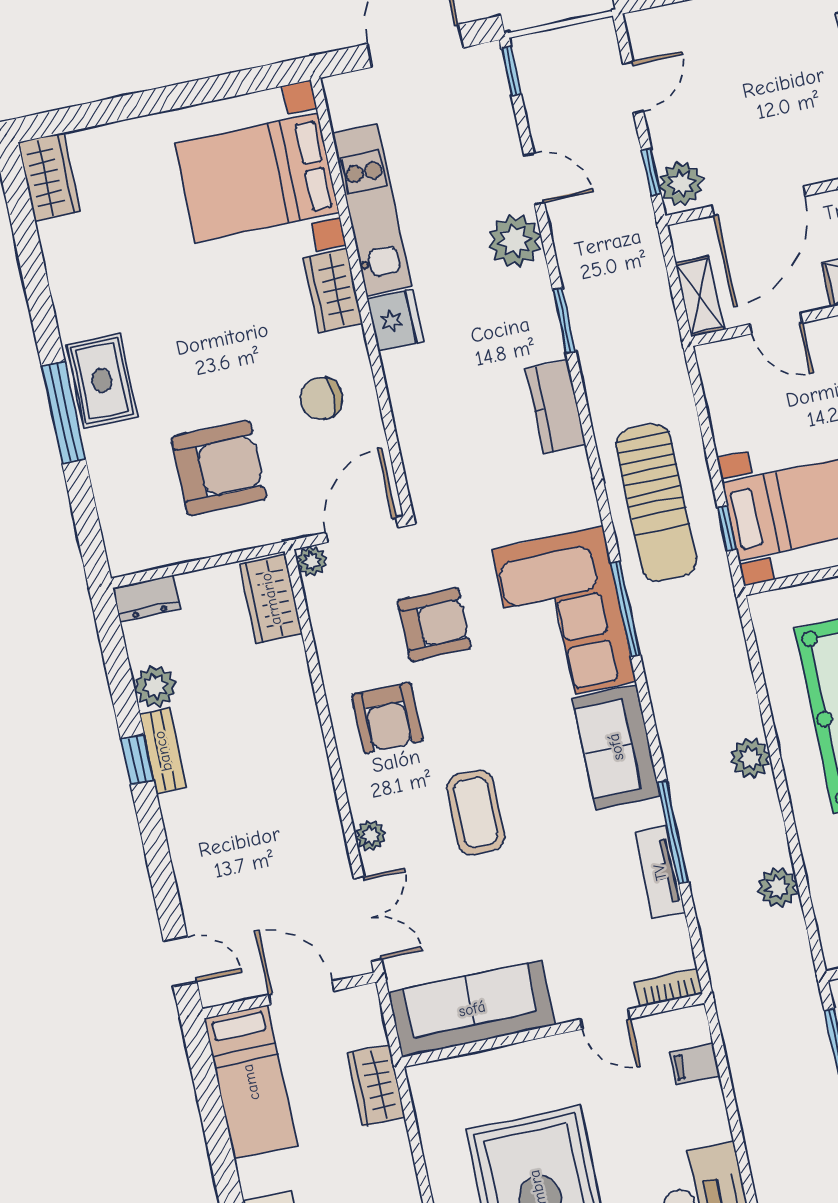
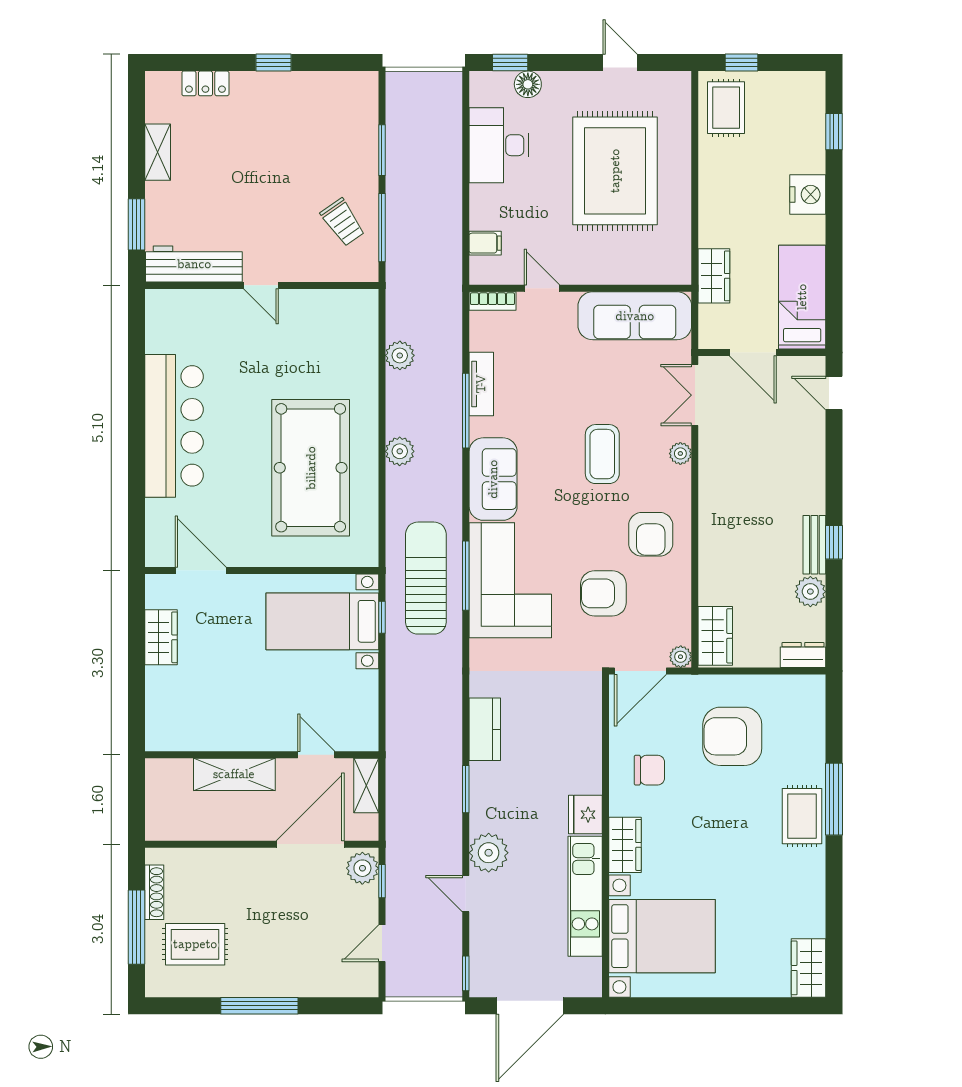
sun lounger: (656, 503) -> (426, 578), moved
armchair: (387, 718) -> (651, 534), turned 180

